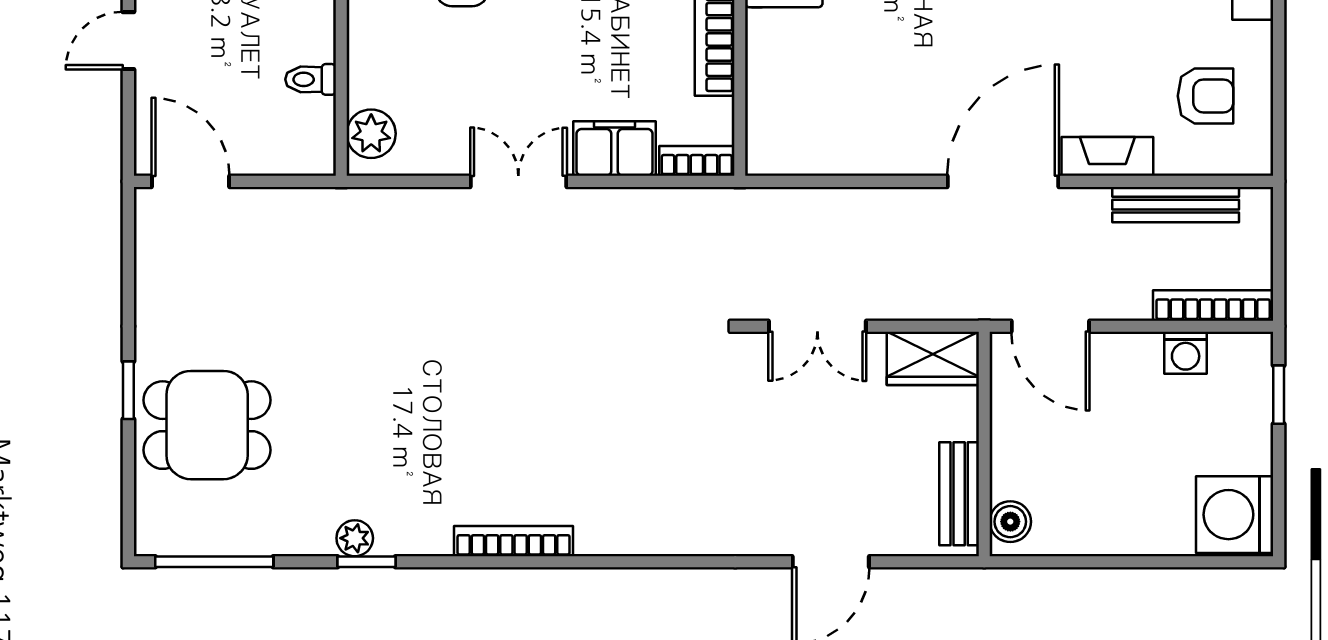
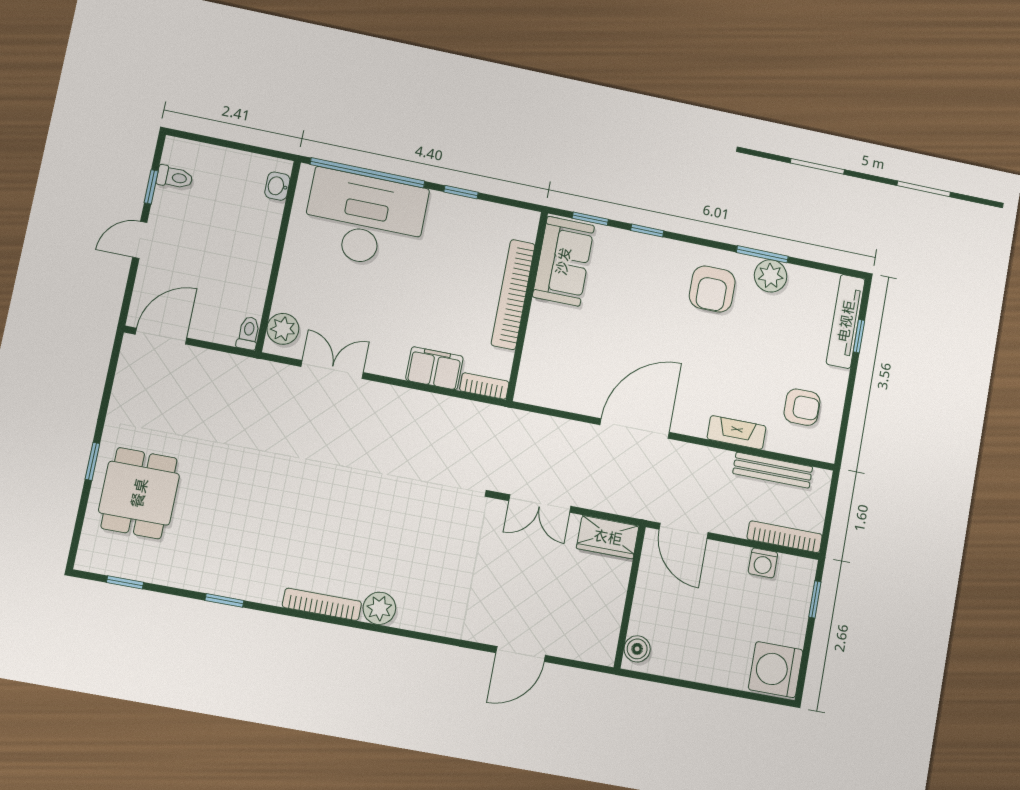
toilet: (311, 79) -> (248, 333), moved, turned 90
door: (191, 181) -> (161, 336), hinge flipped
double door: (518, 181) -> (332, 369), moved
door: (1003, 181) -> (635, 429), moved
dining table: (207, 425) -> (139, 493), turned 90
bench: (959, 494) -> (609, 625), removed
plant: (355, 538) -> (379, 608), moved, width x1.38, depth x1.38
window: (214, 562) -> (125, 582), width x0.46

